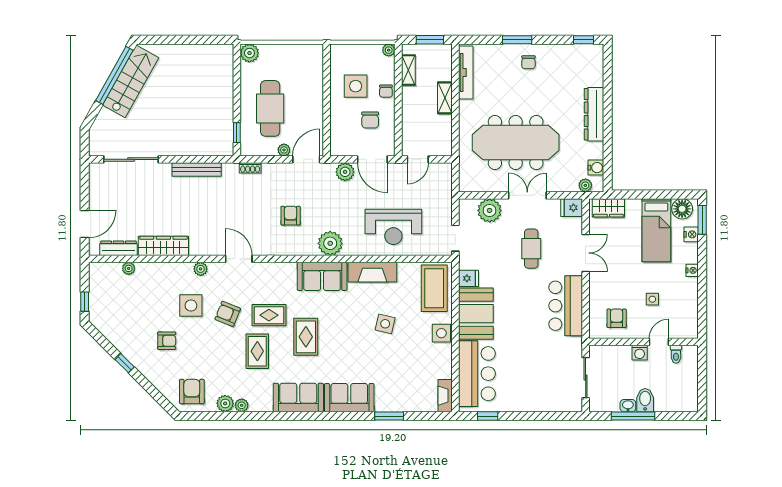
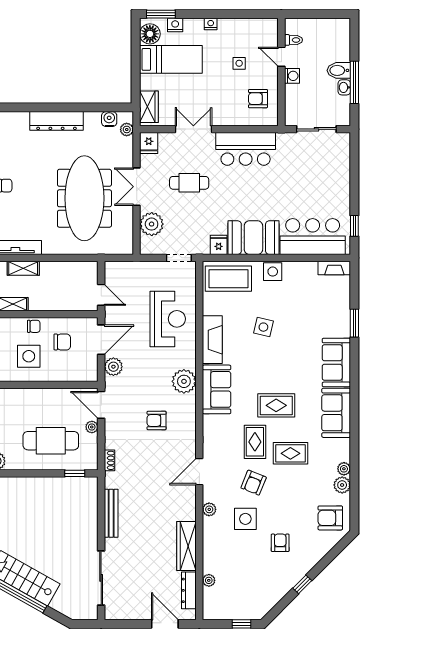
shelving: (445, 98) -> (23, 268), moved

